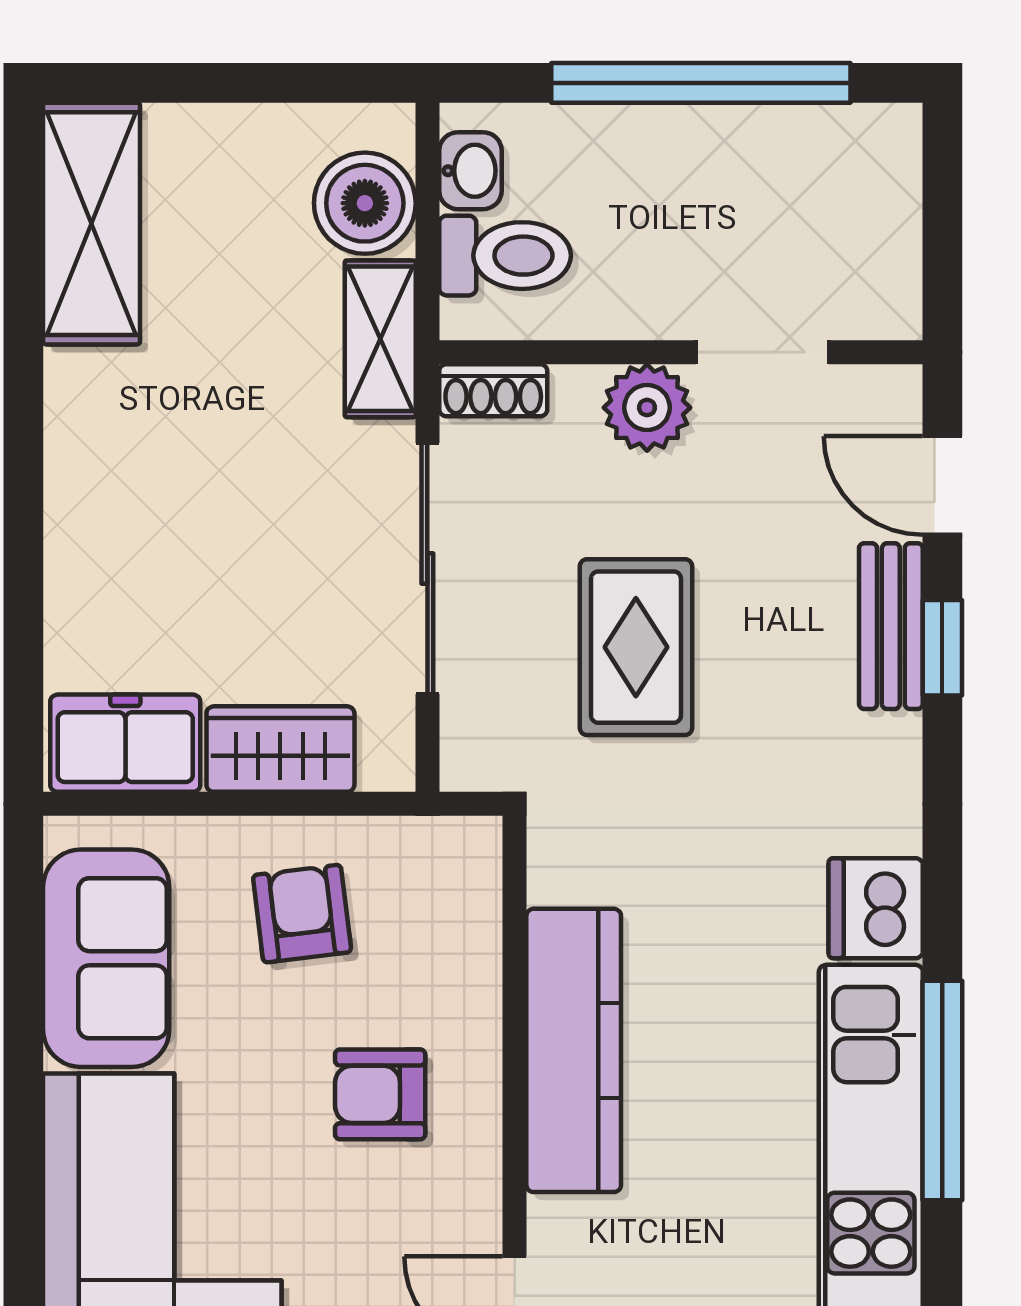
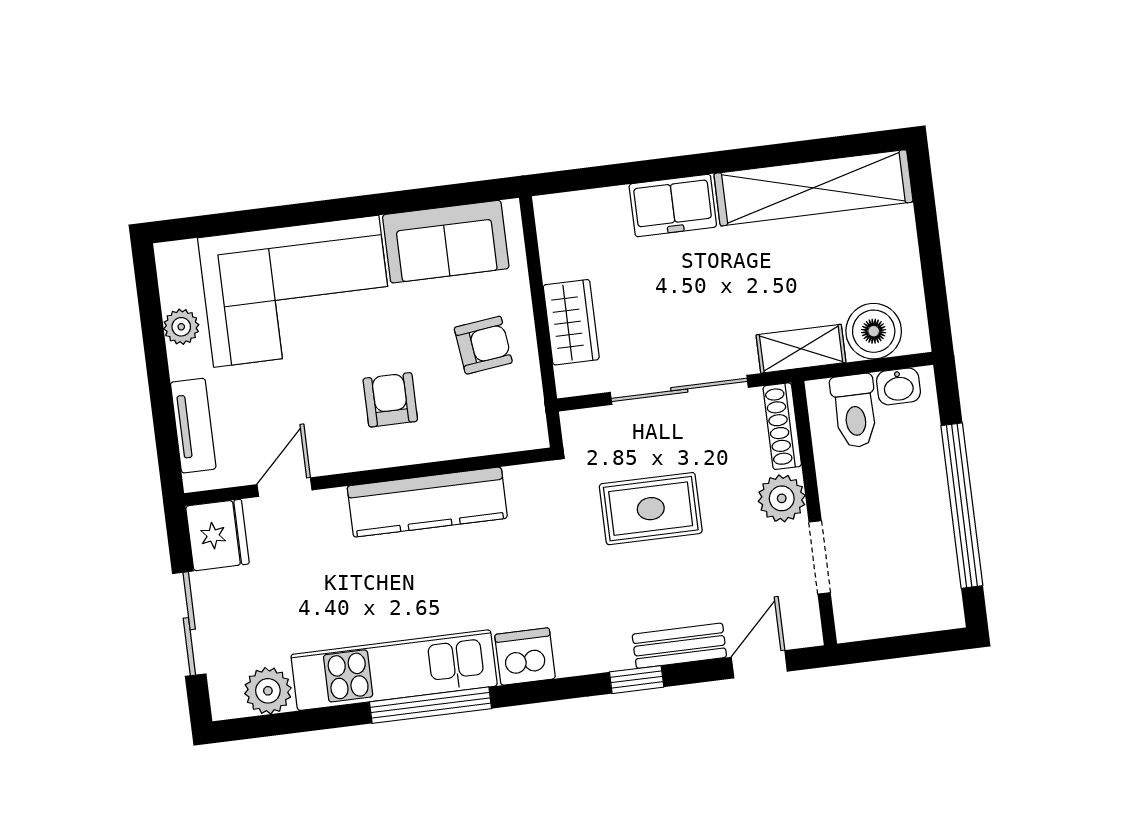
shelving: (92, 224) -> (813, 188), width x1.47
shoe rack: (493, 390) -> (782, 426), width x1.43
window: (942, 648) -> (637, 680), moved
freezer: (125, 743) -> (673, 205), moved, turned 90

